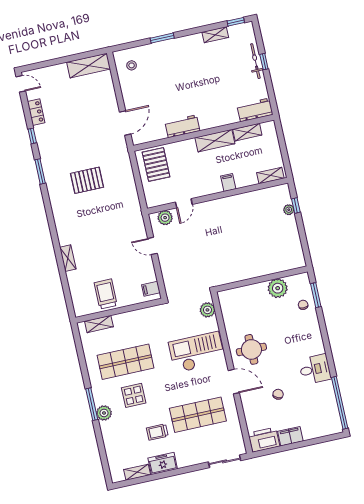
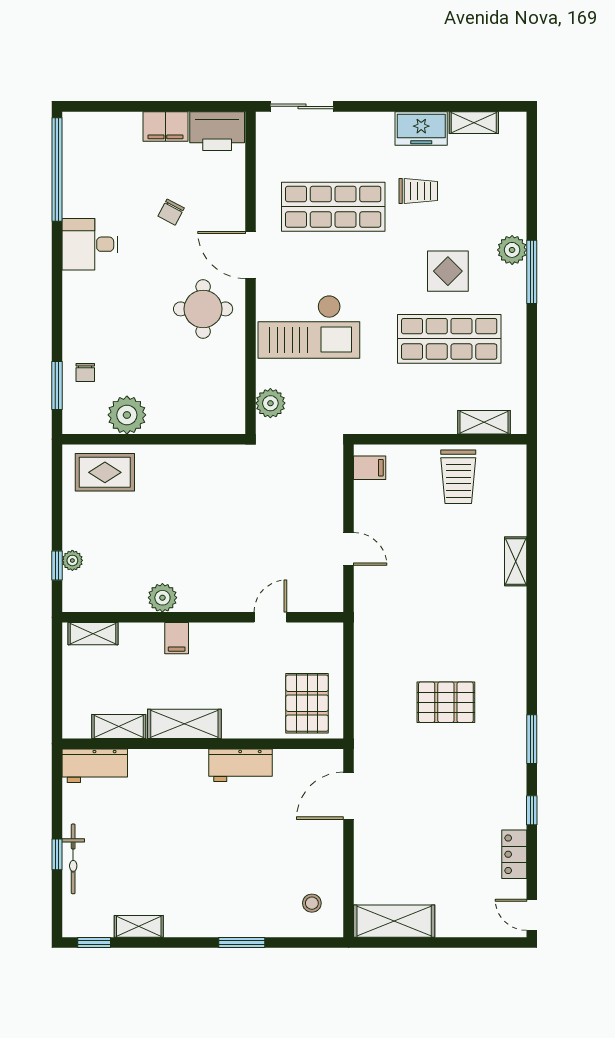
plant: (165, 218) -> (162, 598), moved
rug: (282, 257) -> (105, 472), added

